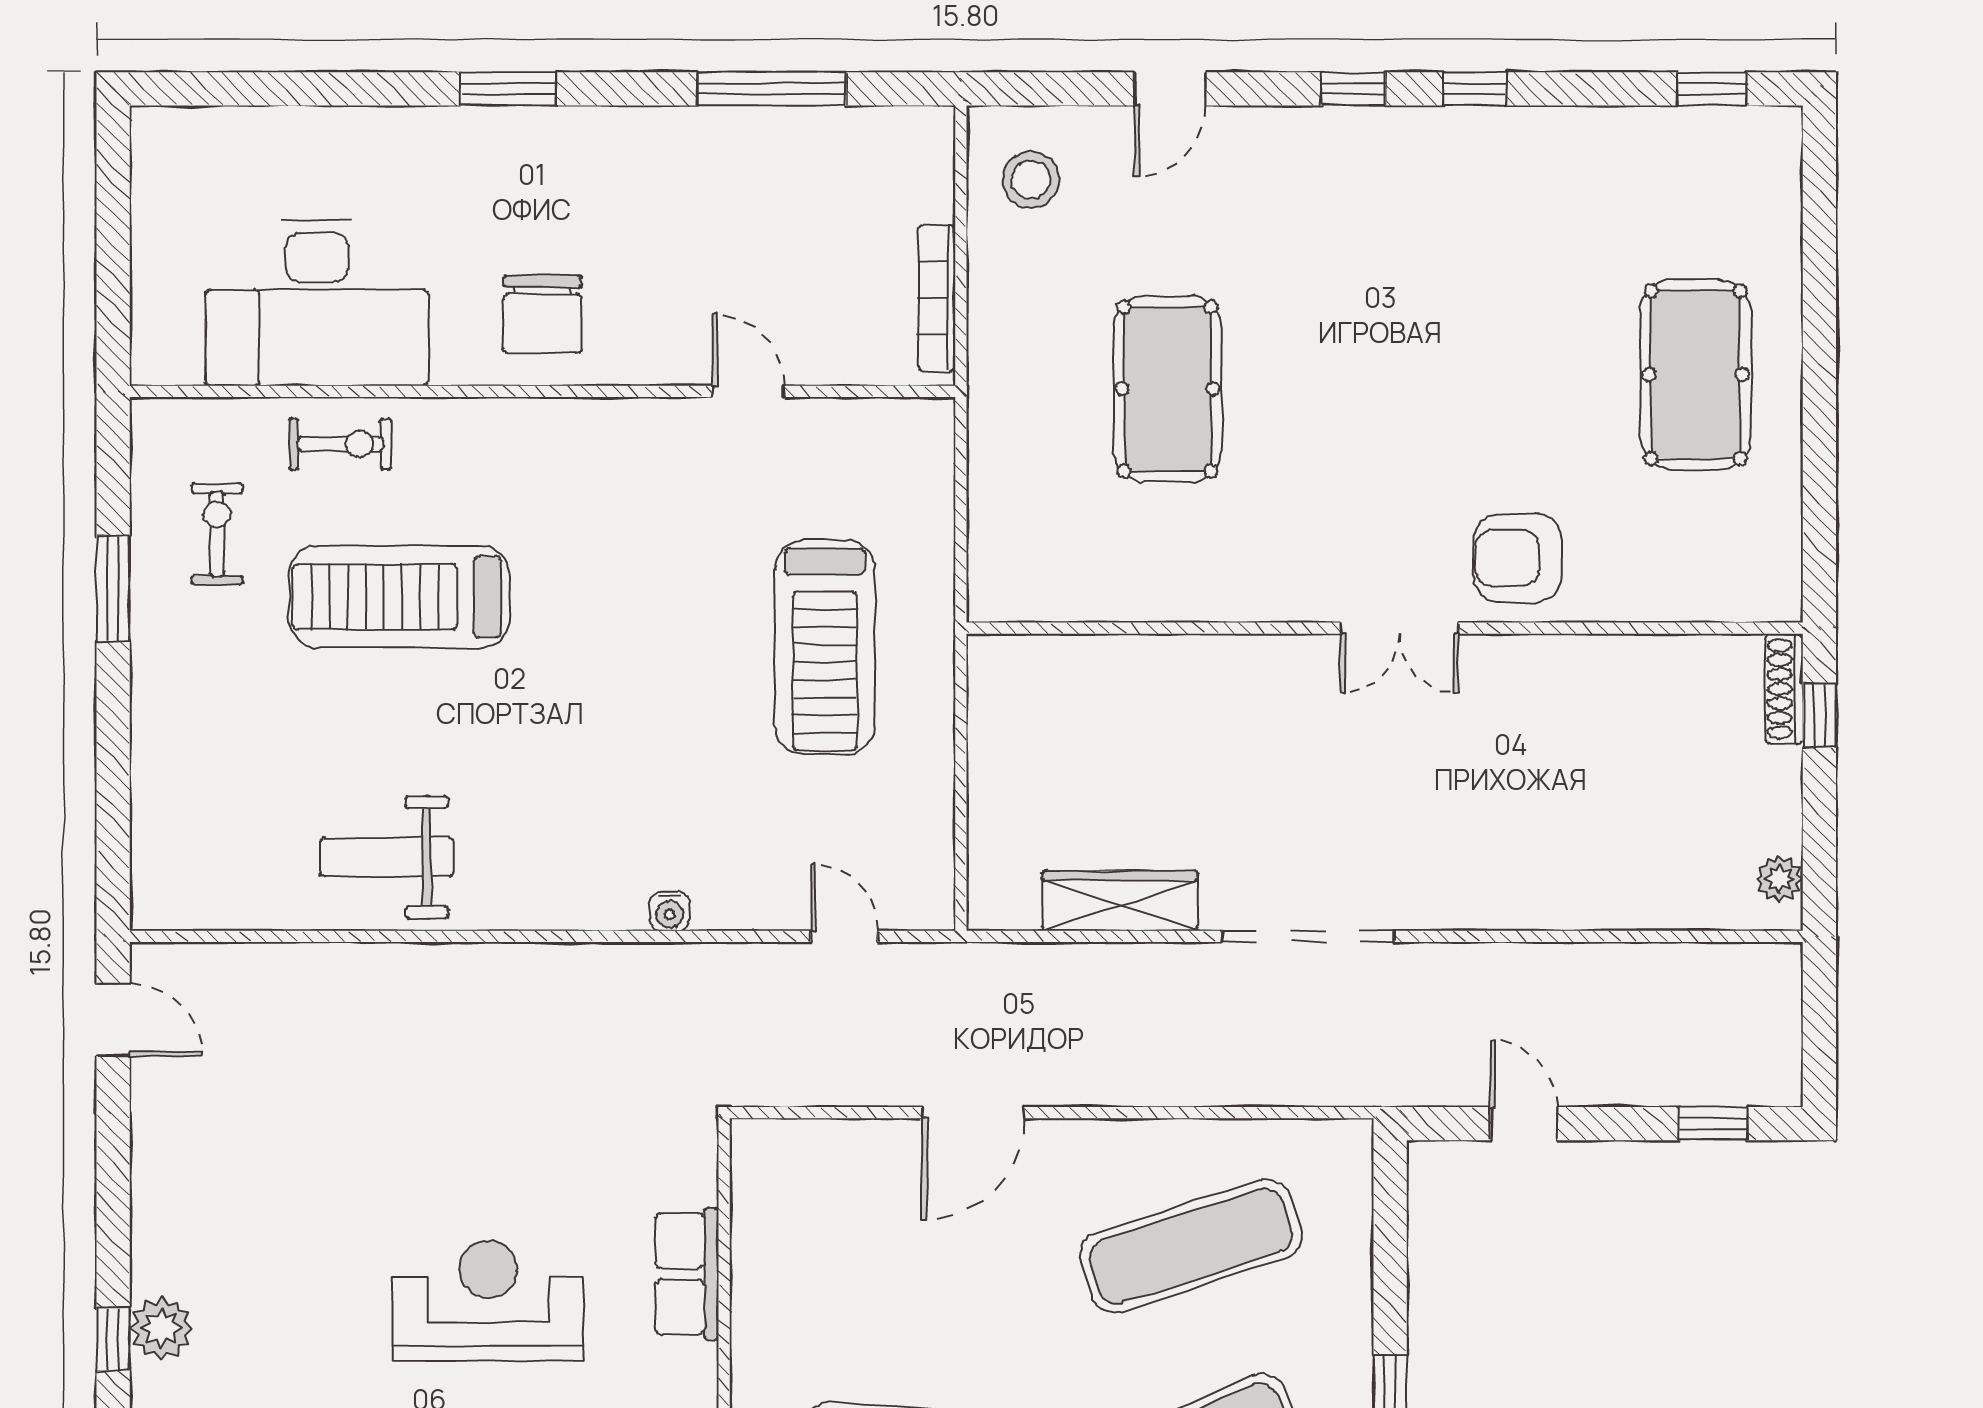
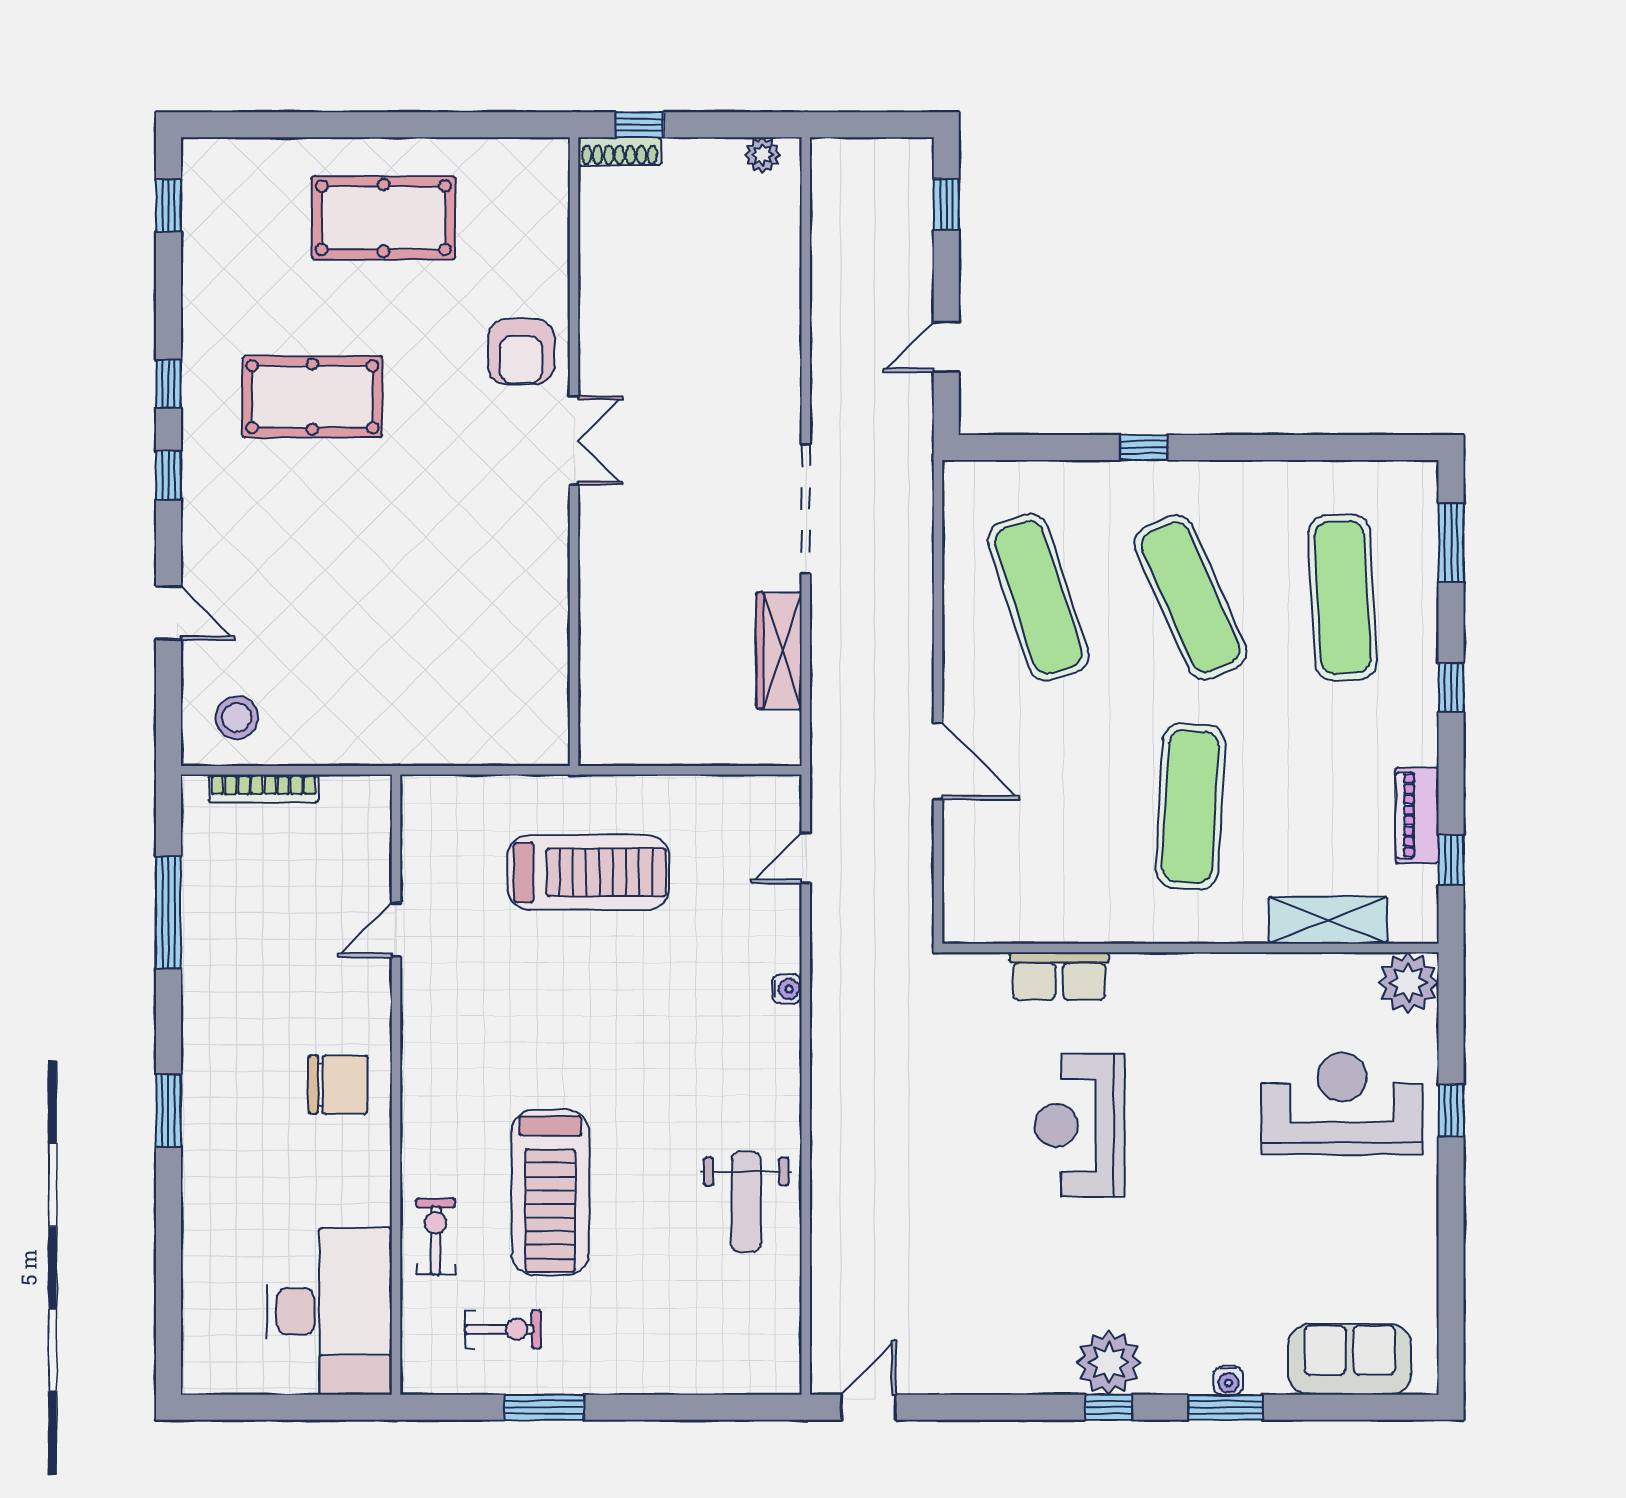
bookcase: (937, 298) -> (264, 788), moved
desk: (317, 303) -> (329, 1311), moved
pool table: (1168, 389) -> (312, 397), moved
exercise bike: (217, 534) -> (503, 1329), turned 180
plant: (161, 1328) -> (1109, 1362), width x1.36, depth x1.36

